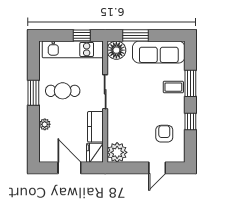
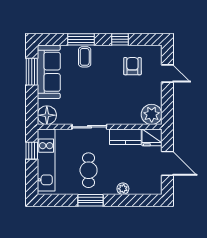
window: (136, 35) -> (32, 72), moved
armchair: (164, 134) -> (132, 66), turned 90
door: (69, 168) -> (167, 163), swing flipped

